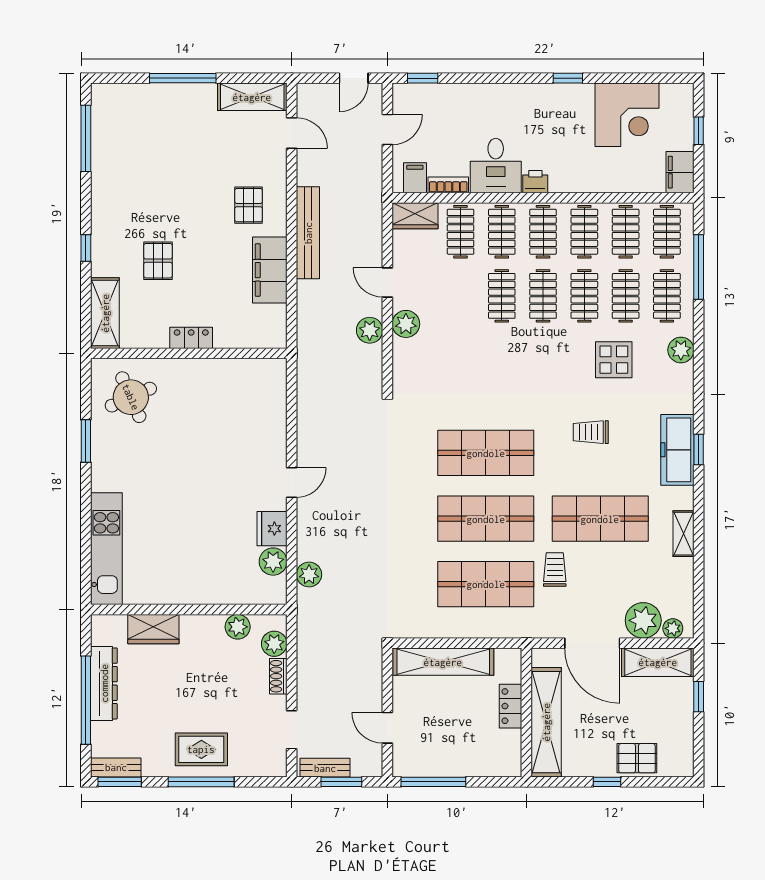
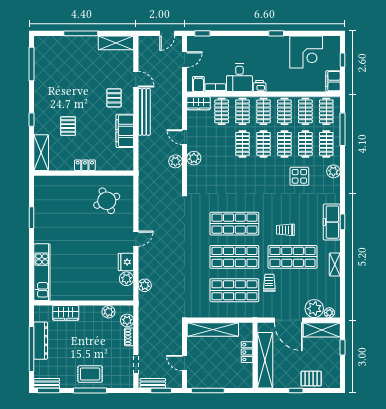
door: (292, 133) -> (136, 79), moved
round table: (131, 397) -> (107, 201), moved
trolley: (591, 432) -> (285, 230), moved

